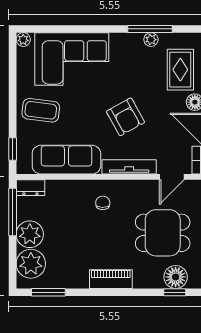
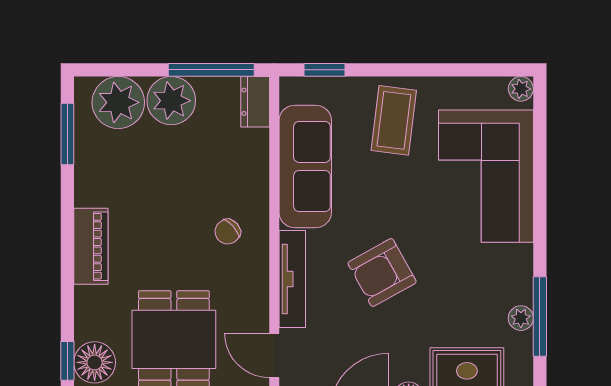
chair: (103, 203) -> (228, 232), turned 138

